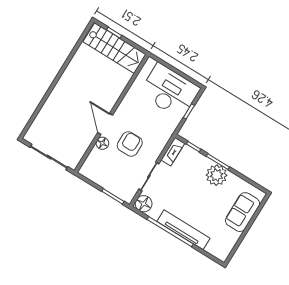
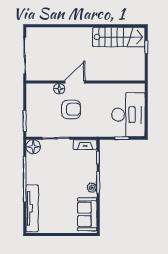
stairs: (115, 48) -> (119, 37), moved, turned -90
plant: (217, 175) -> (92, 188), width x0.53, depth x0.53
sofa: (243, 212) -> (87, 214), moved, turned -90
tv unit: (184, 230) -> (32, 208), moved

